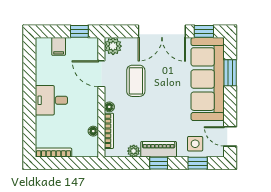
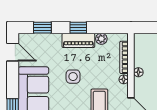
floor lamp: (93, 131) -> (138, 72), moved
side table: (195, 144) -> (73, 77), moved

